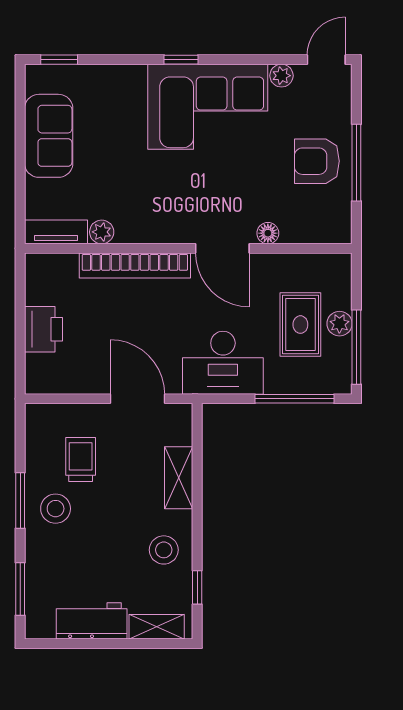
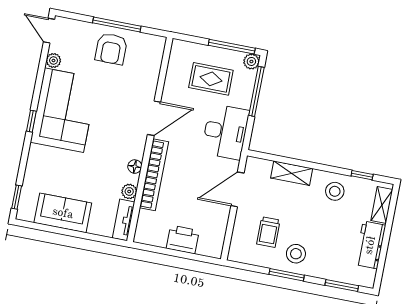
floor lamp: (268, 233) -> (135, 167), moved
plant: (339, 324) -> (251, 61), moved
trolley: (81, 459) -> (268, 232), turned -90

